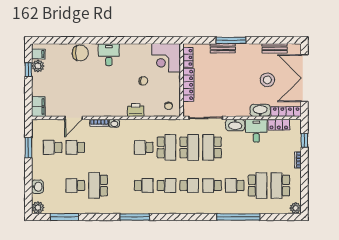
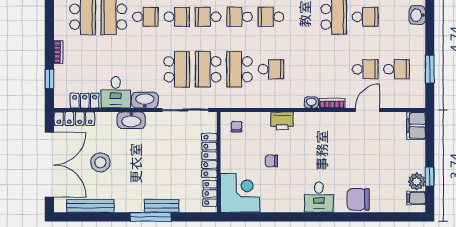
bench: (275, 48) -> (91, 206), width x1.36
washbasin: (260, 110) -> (131, 120), moved

